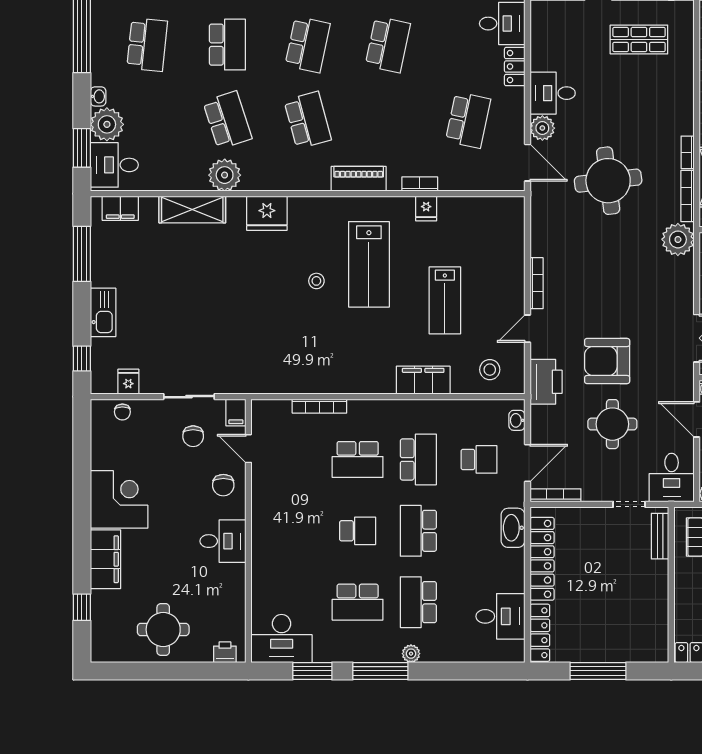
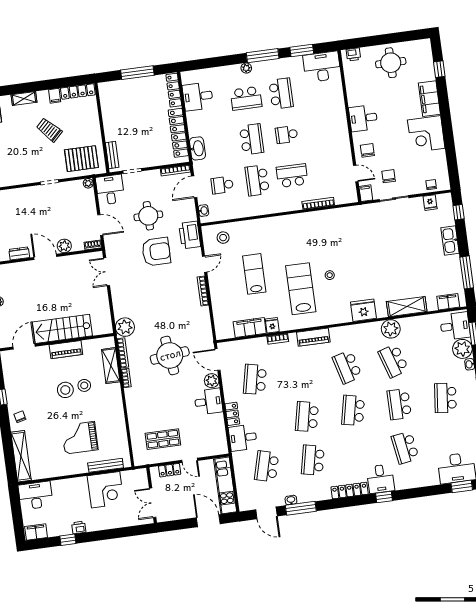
filing cabinet: (423, 380) -> (250, 327), moved, turned 180
school desk: (358, 602) -> (281, 94), turned 90
school desk: (418, 602) -> (246, 98), turned 90

